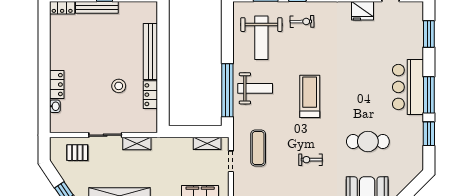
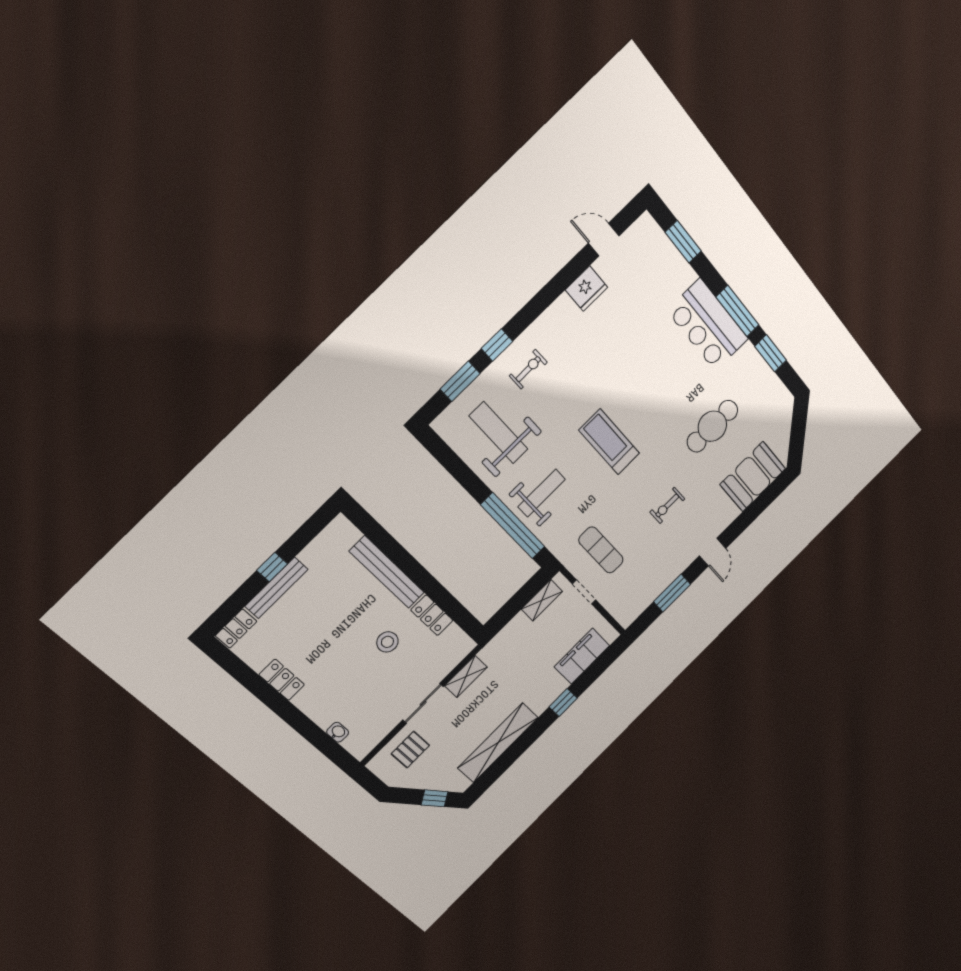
weight bench: (261, 38) -> (499, 433), turned 180
locker: (57, 85) -> (282, 680), moved

